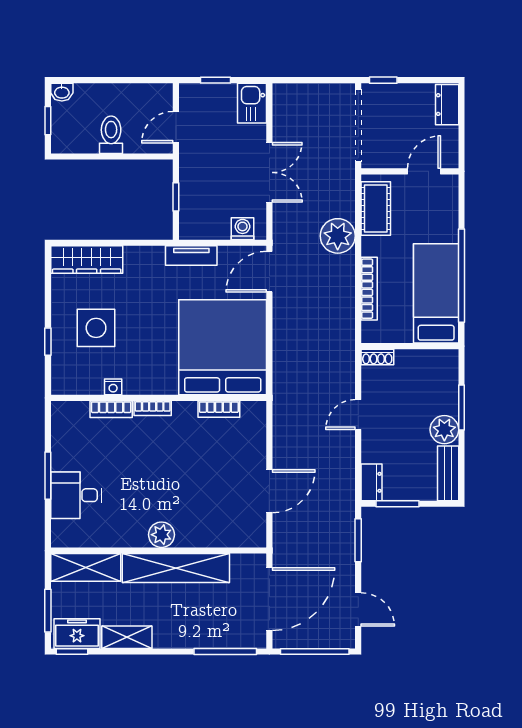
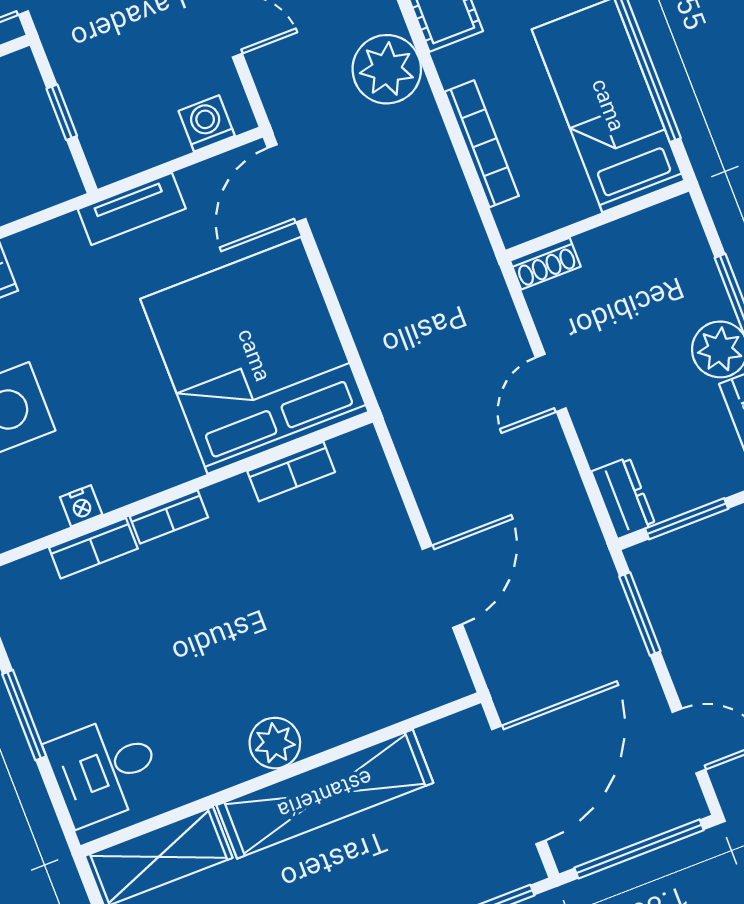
desk: (76, 495) -> (105, 769), moved

